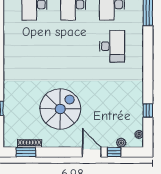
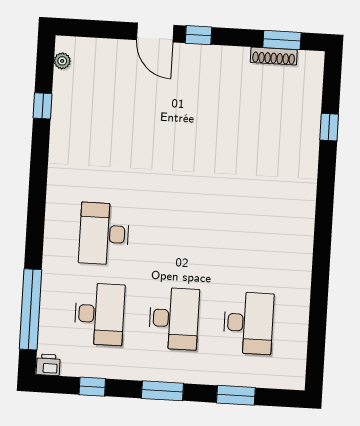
spiral stairs: (60, 109) -> (211, 119), removed
plant: (121, 143) -> (97, 47), removed
window: (114, 152) -> (198, 35), moved

